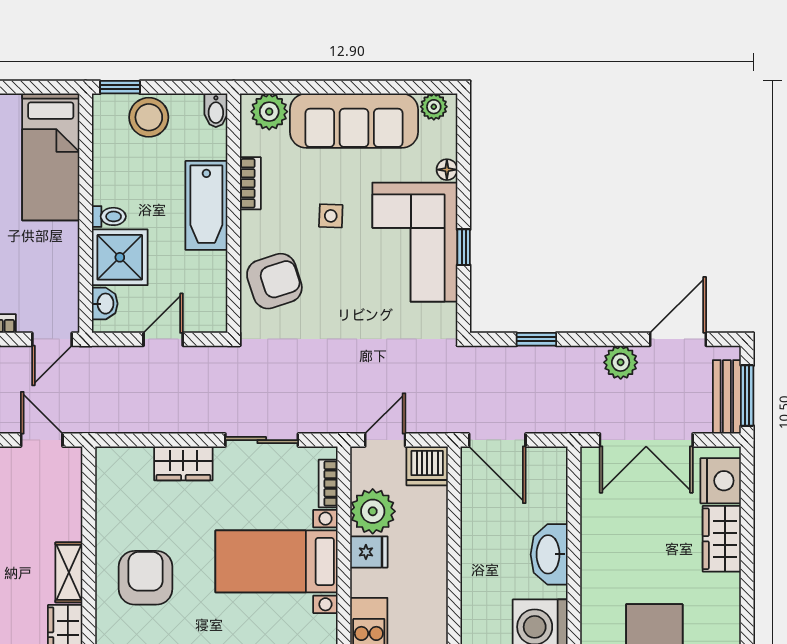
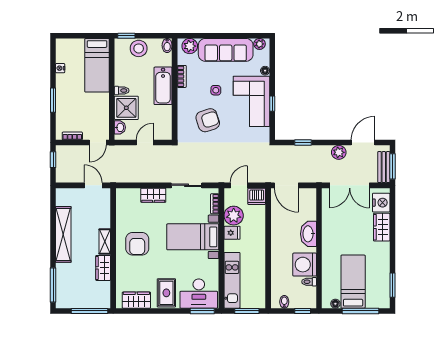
armchair: (274, 281) -> (208, 120), moved
armchair: (146, 578) -> (137, 244), turned 180

